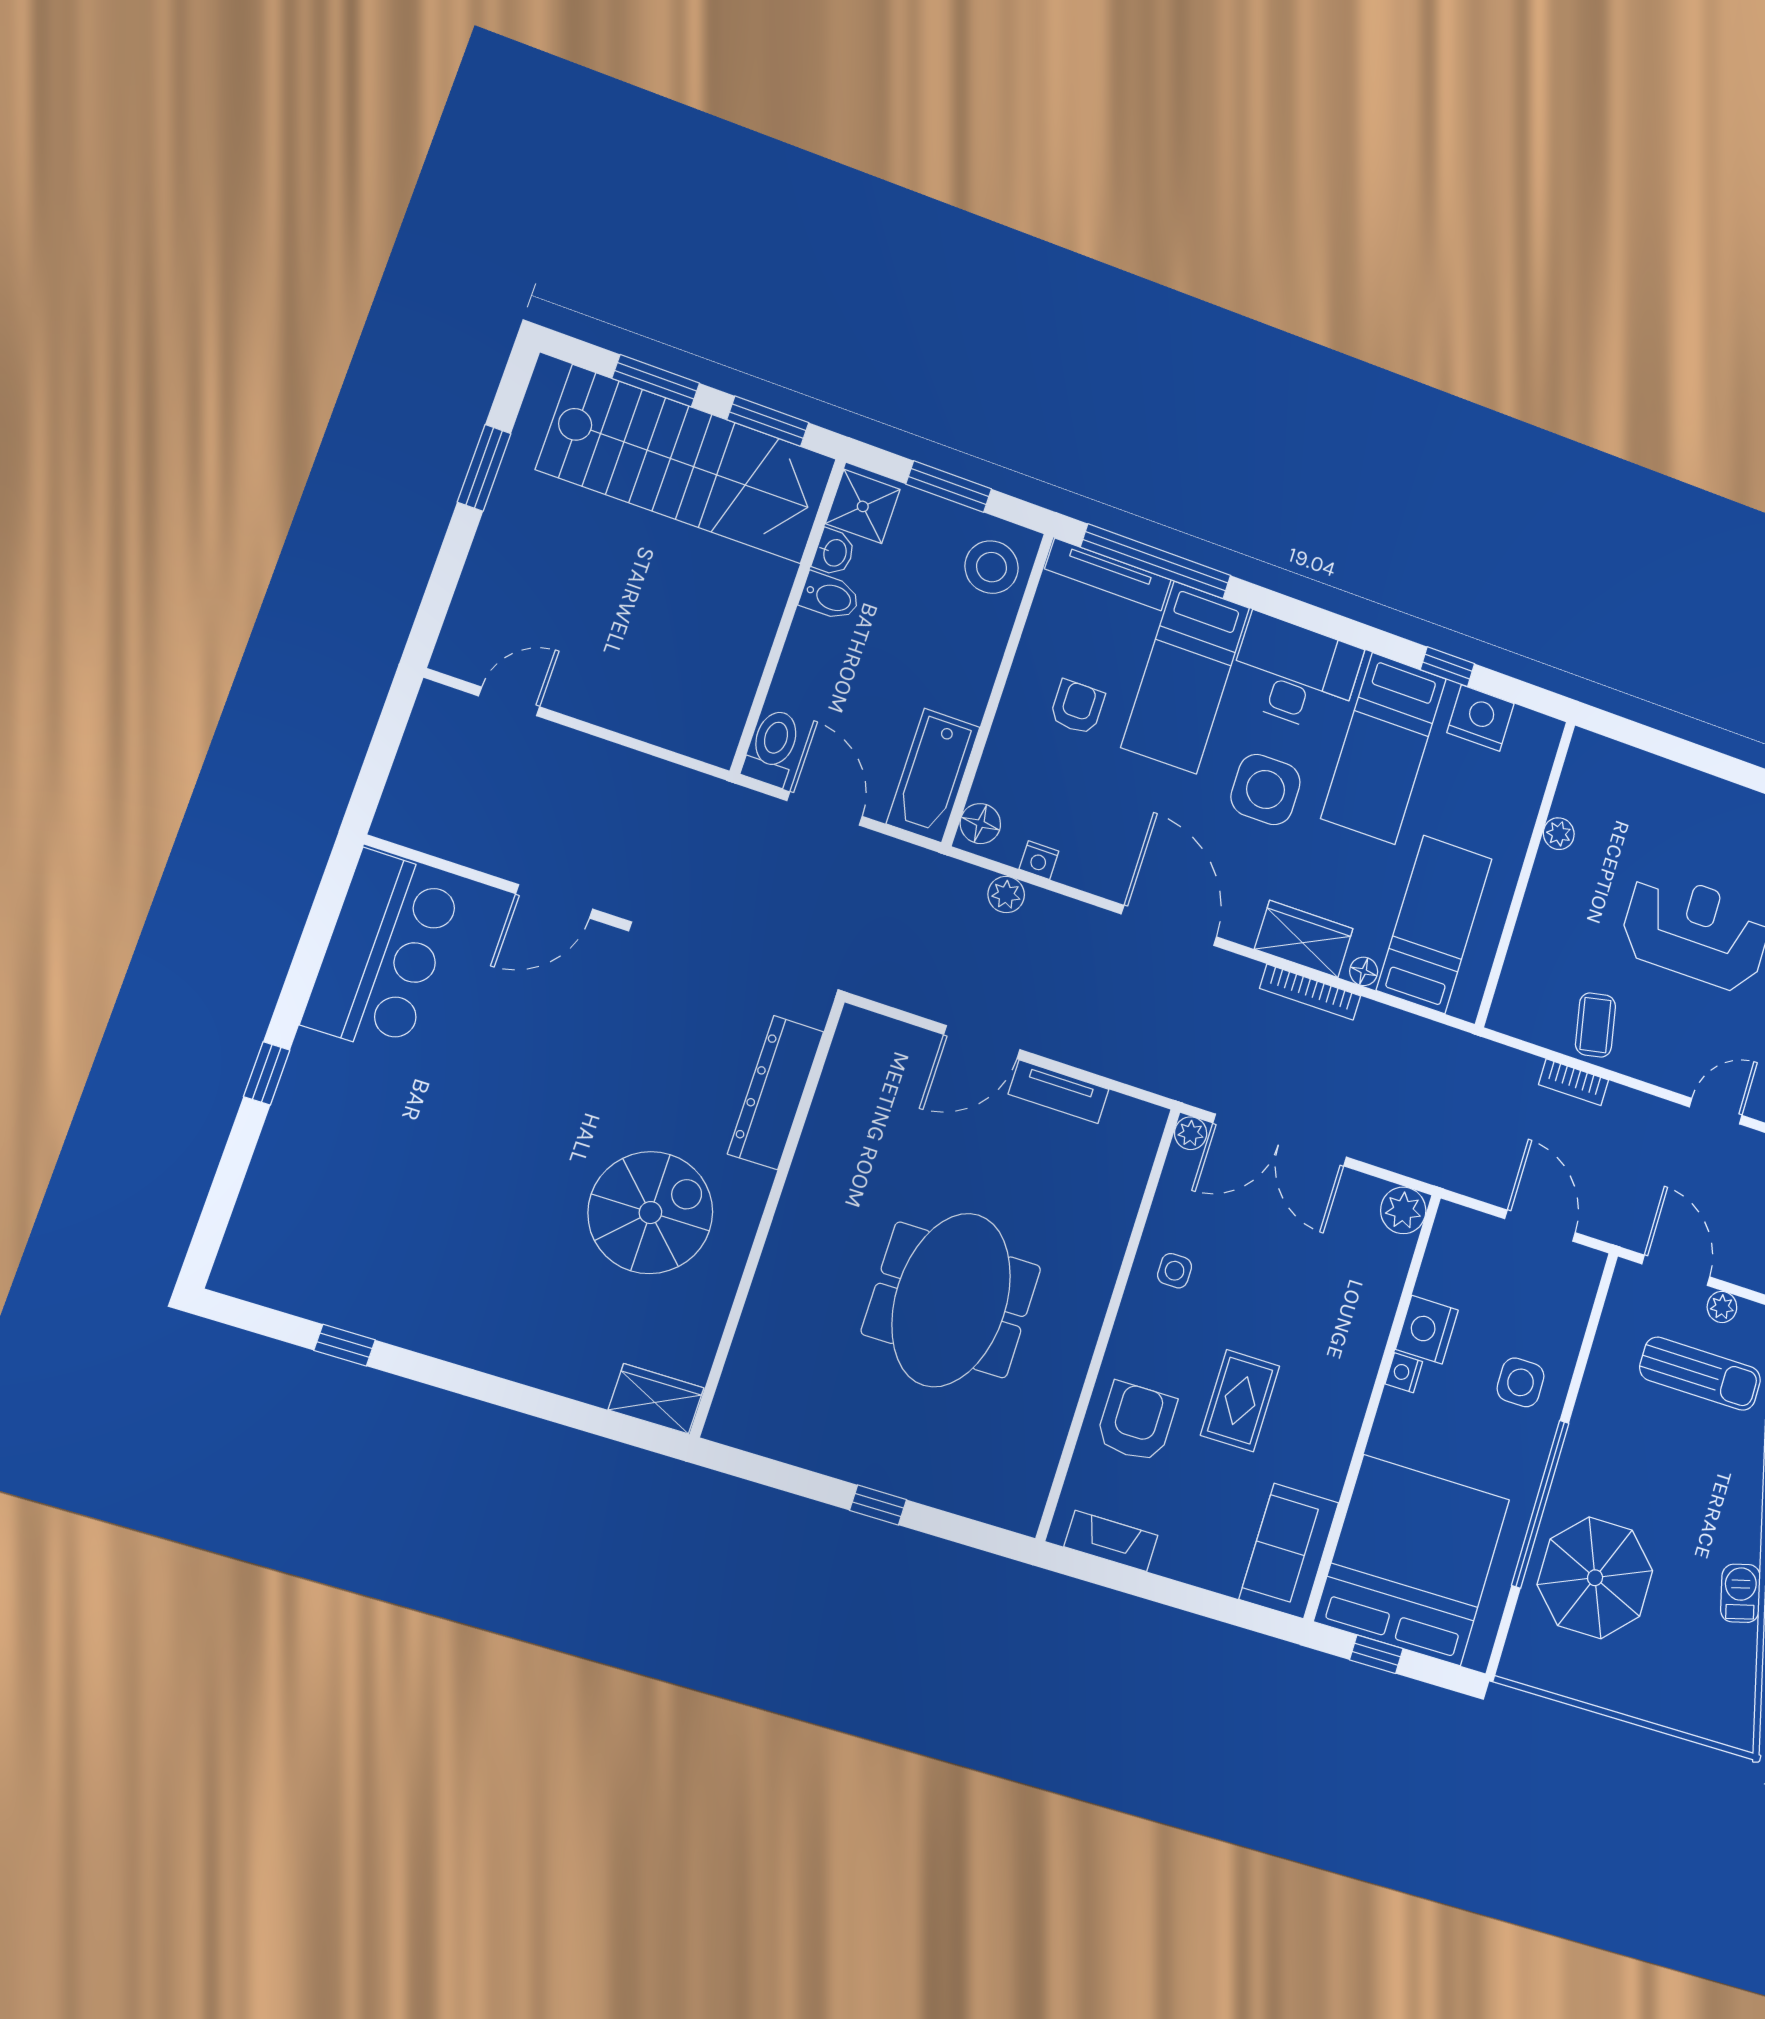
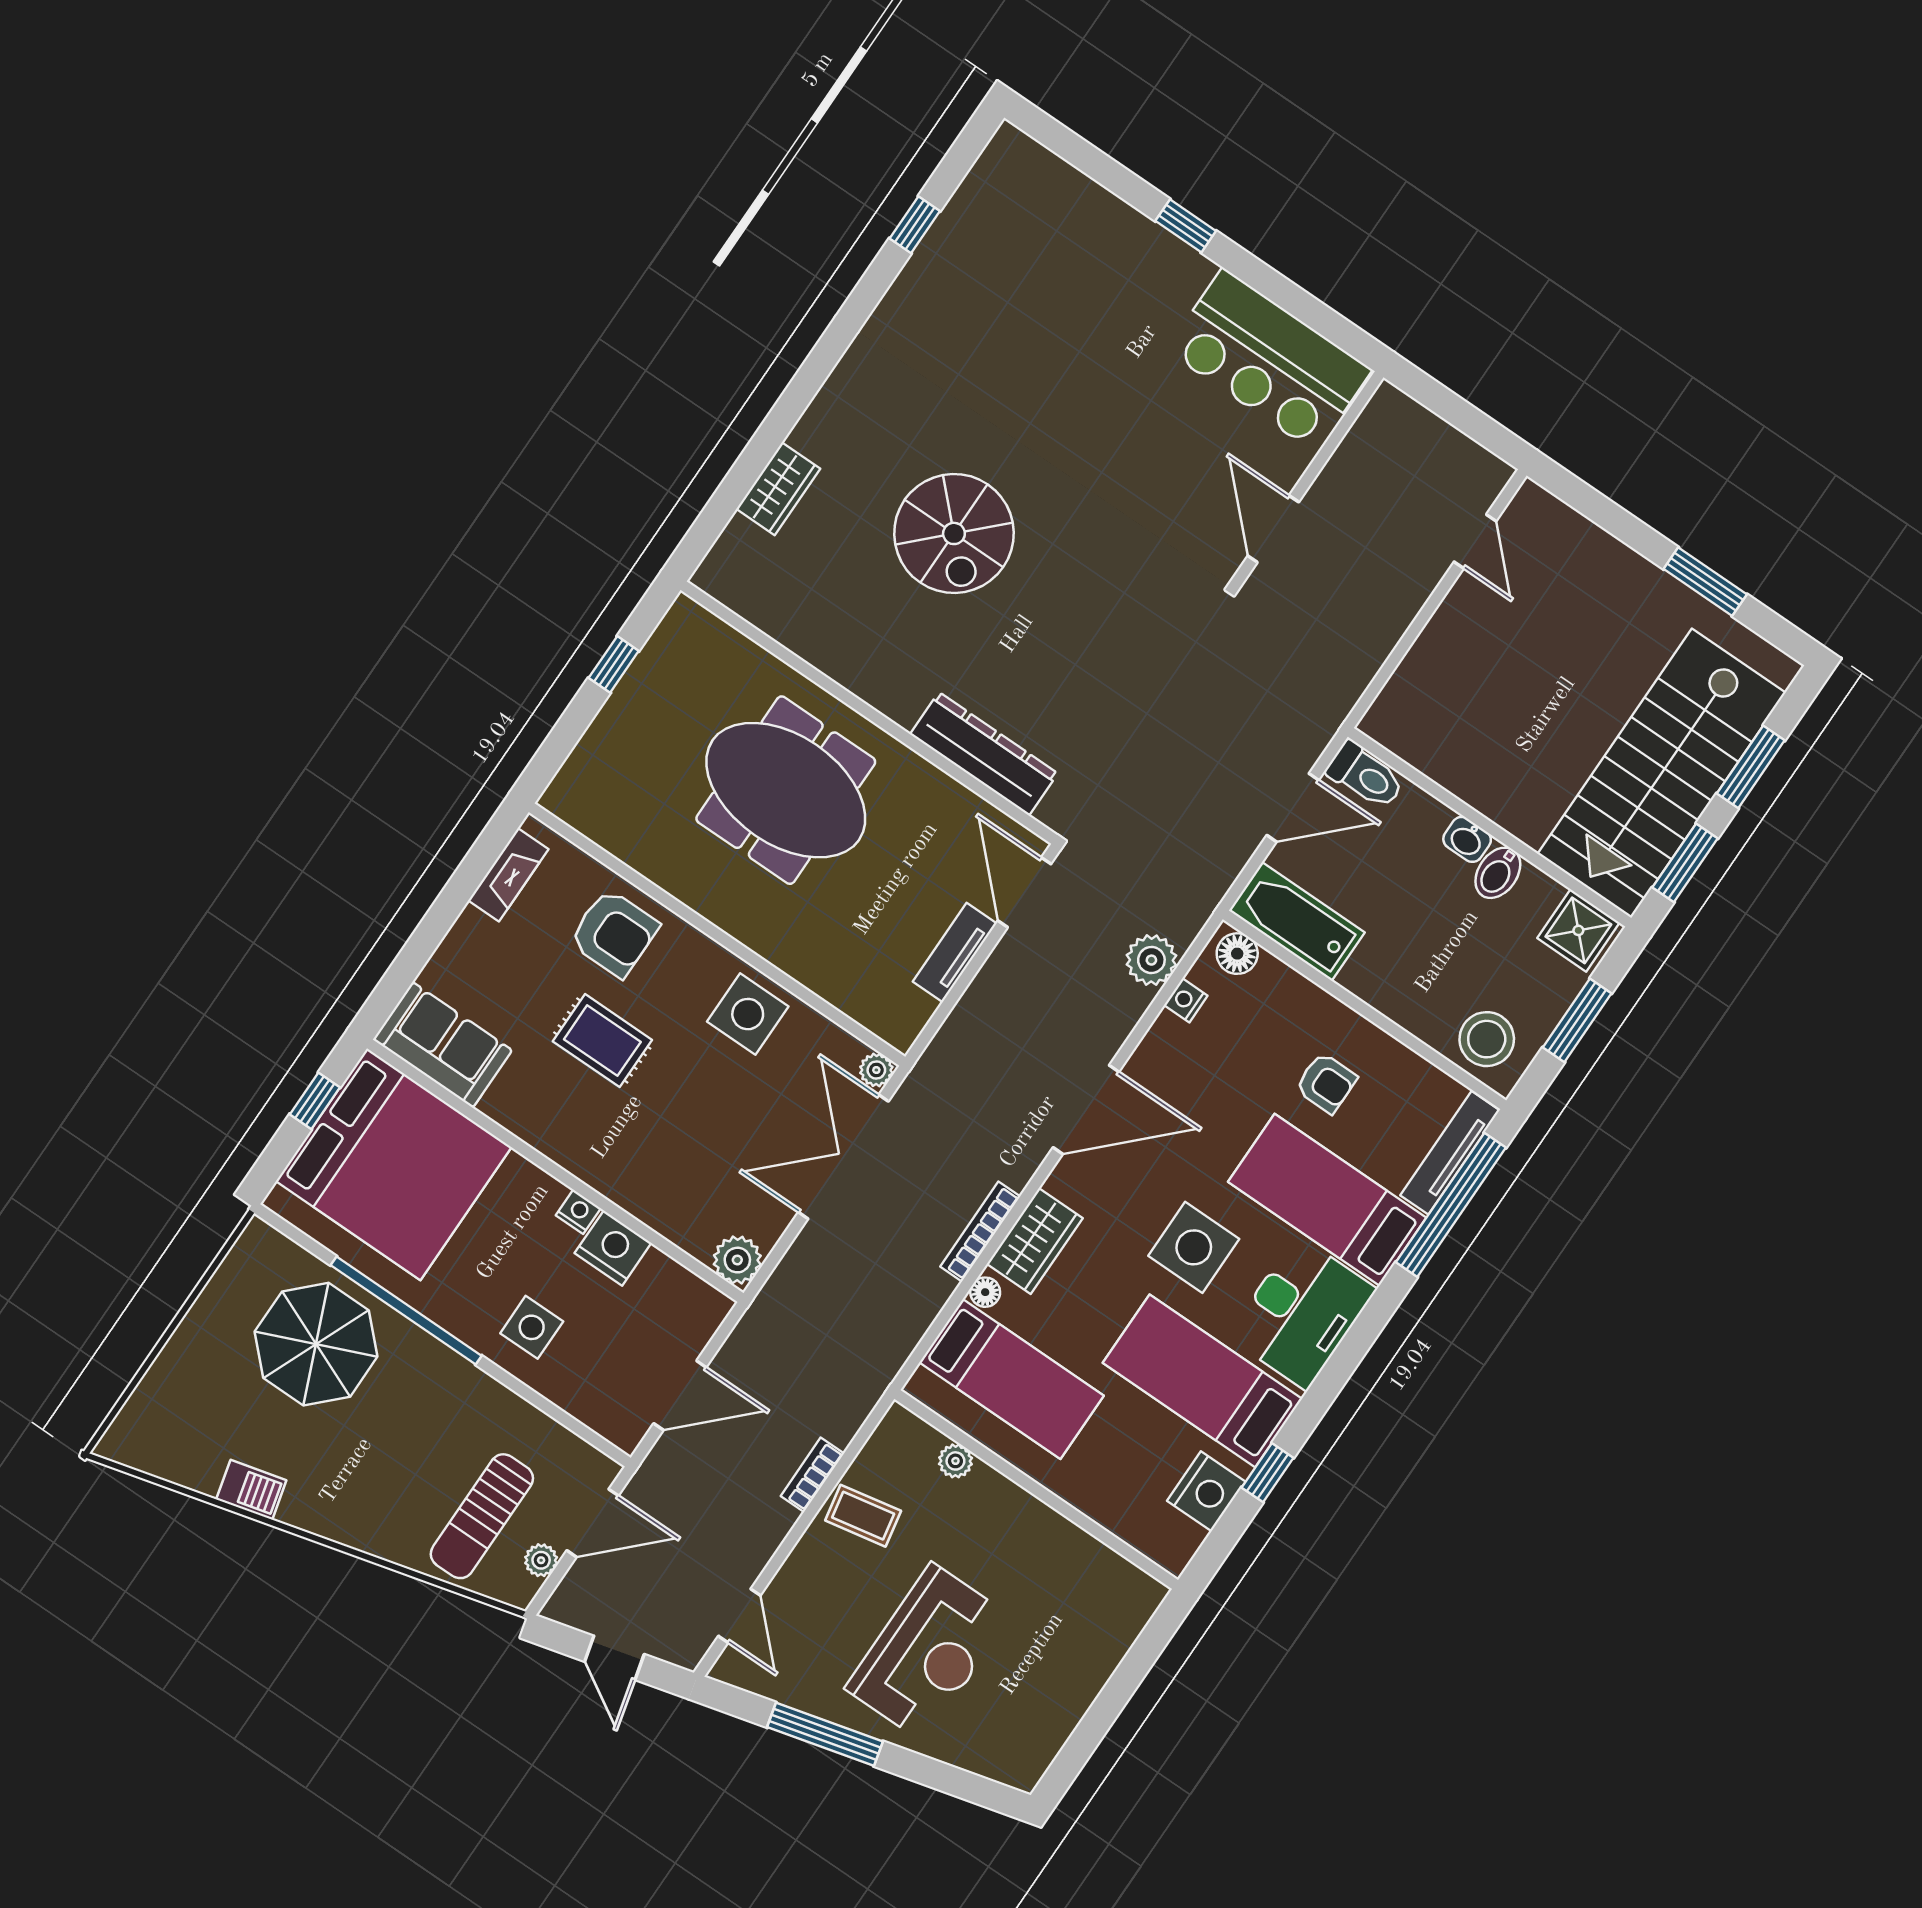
washbasin: (834, 552) -> (1467, 839), moved
plant: (1559, 834) -> (955, 1461), moved
plant: (1006, 895) -> (1151, 960), width x1.38, depth x1.38
dresser: (776, 1093) -> (984, 754), moved
wall: (768, 1216) -> (869, 713), moved
side table: (1175, 1271) -> (748, 1014), width x1.87, depth x1.87

